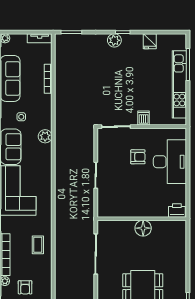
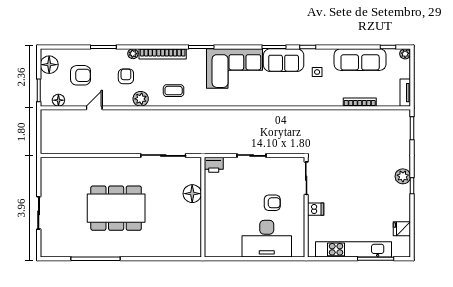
fridge: (150, 41) -> (402, 229), moved
plant: (45, 136) -> (141, 99), moved
armchair: (138, 157) -> (272, 203), turned -90
printer: (177, 210) -> (214, 165), moved, turned 90
floor lamp: (143, 228) -> (192, 194), moved
armchair: (25, 287) -> (126, 76), turned 90

